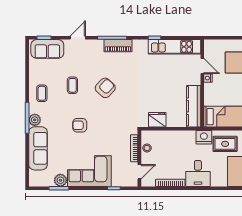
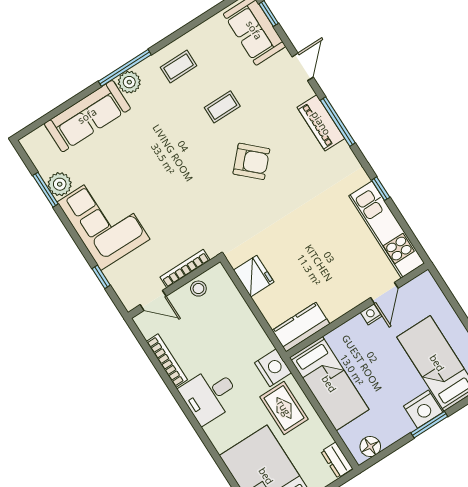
door: (78, 38) -> (303, 67), hinge flipped
piano: (118, 46) -> (321, 123), moved
kitchen counter: (194, 106) -> (301, 327), width x0.67
armchair: (80, 125) -> (166, 159), removed

